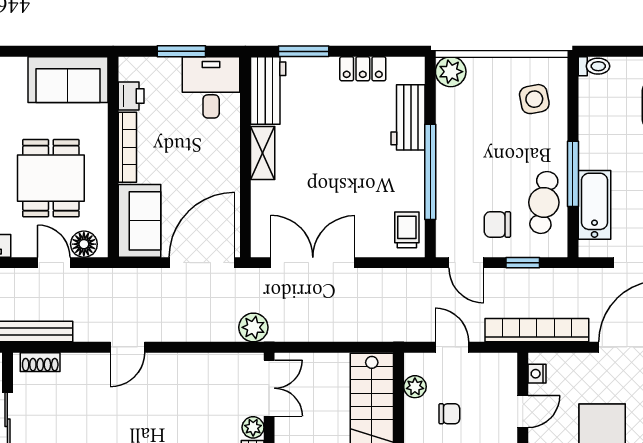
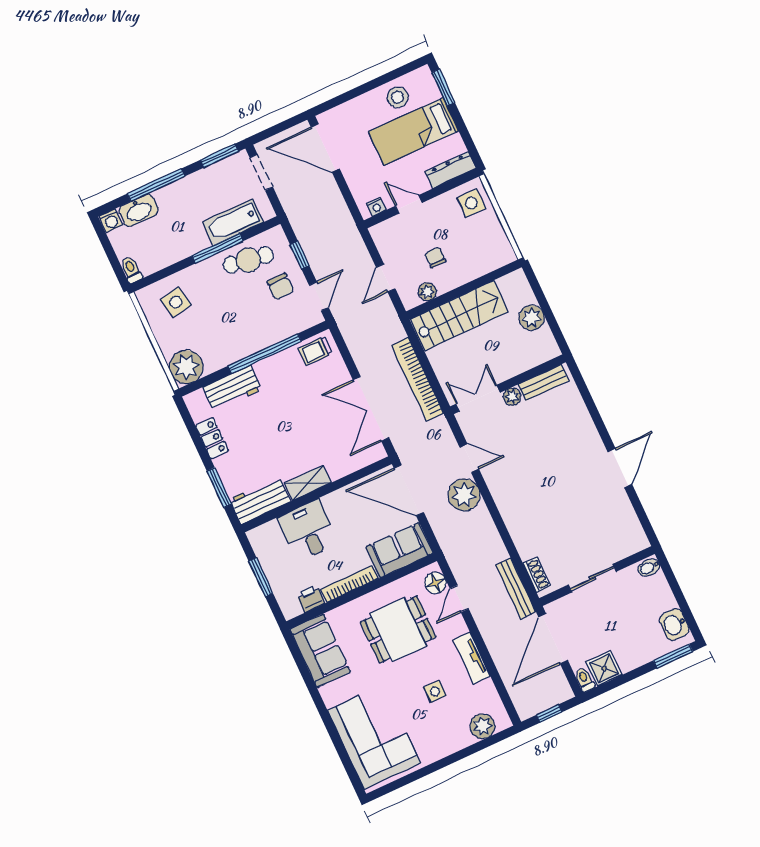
plant: (451, 72) -> (186, 367), width x1.36, depth x1.36
desk: (211, 87) -> (308, 530), moved, turned 90
plant: (253, 327) -> (464, 495), moved, width x1.36, depth x1.36
bookcase: (537, 330) -> (418, 379), moved
door: (127, 347) -> (469, 458), moved

